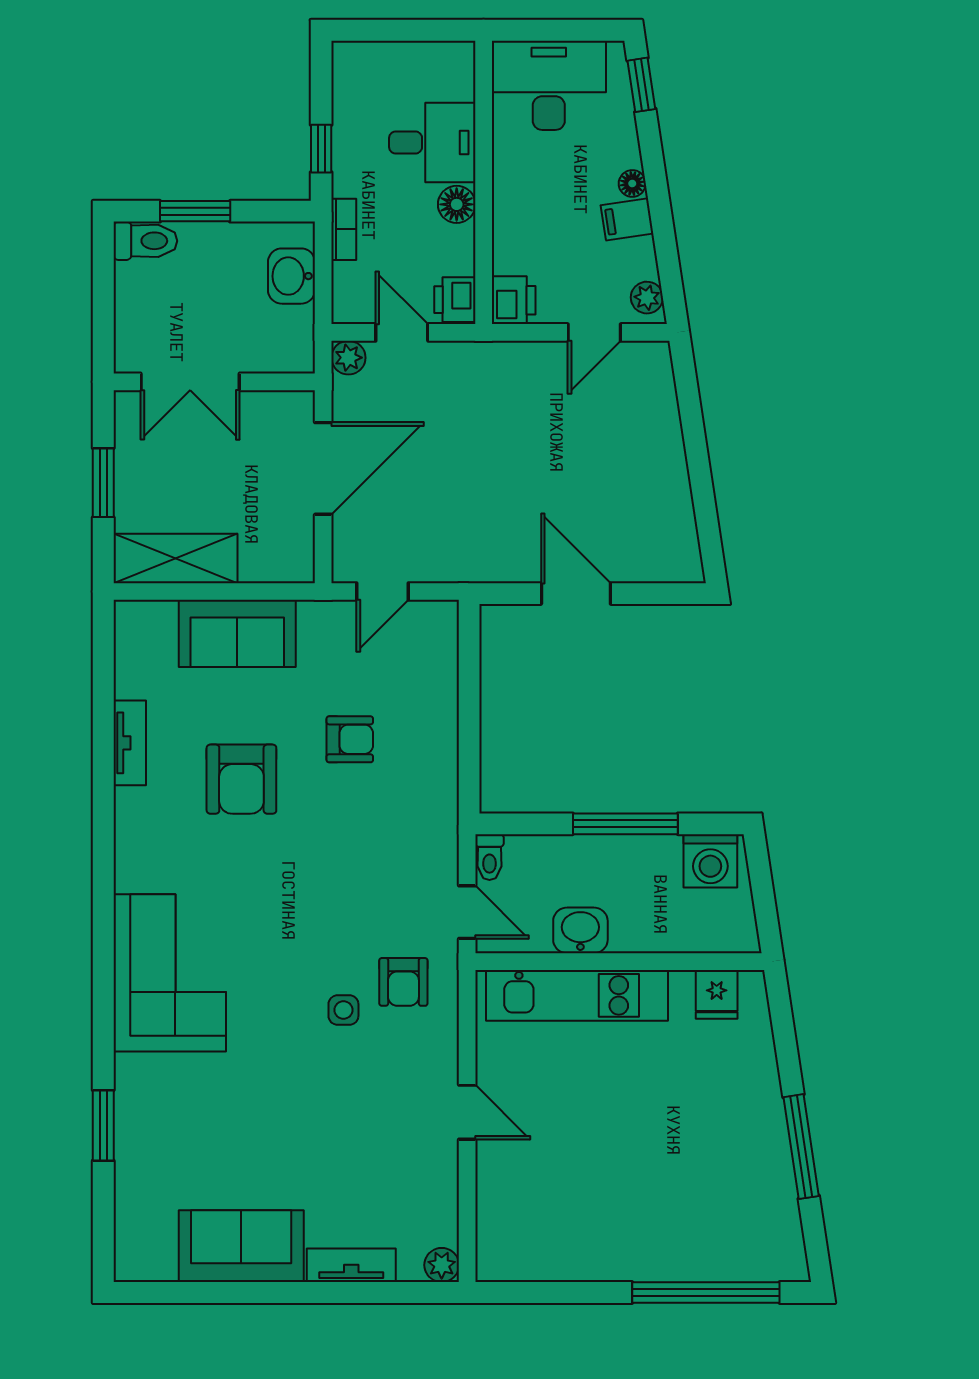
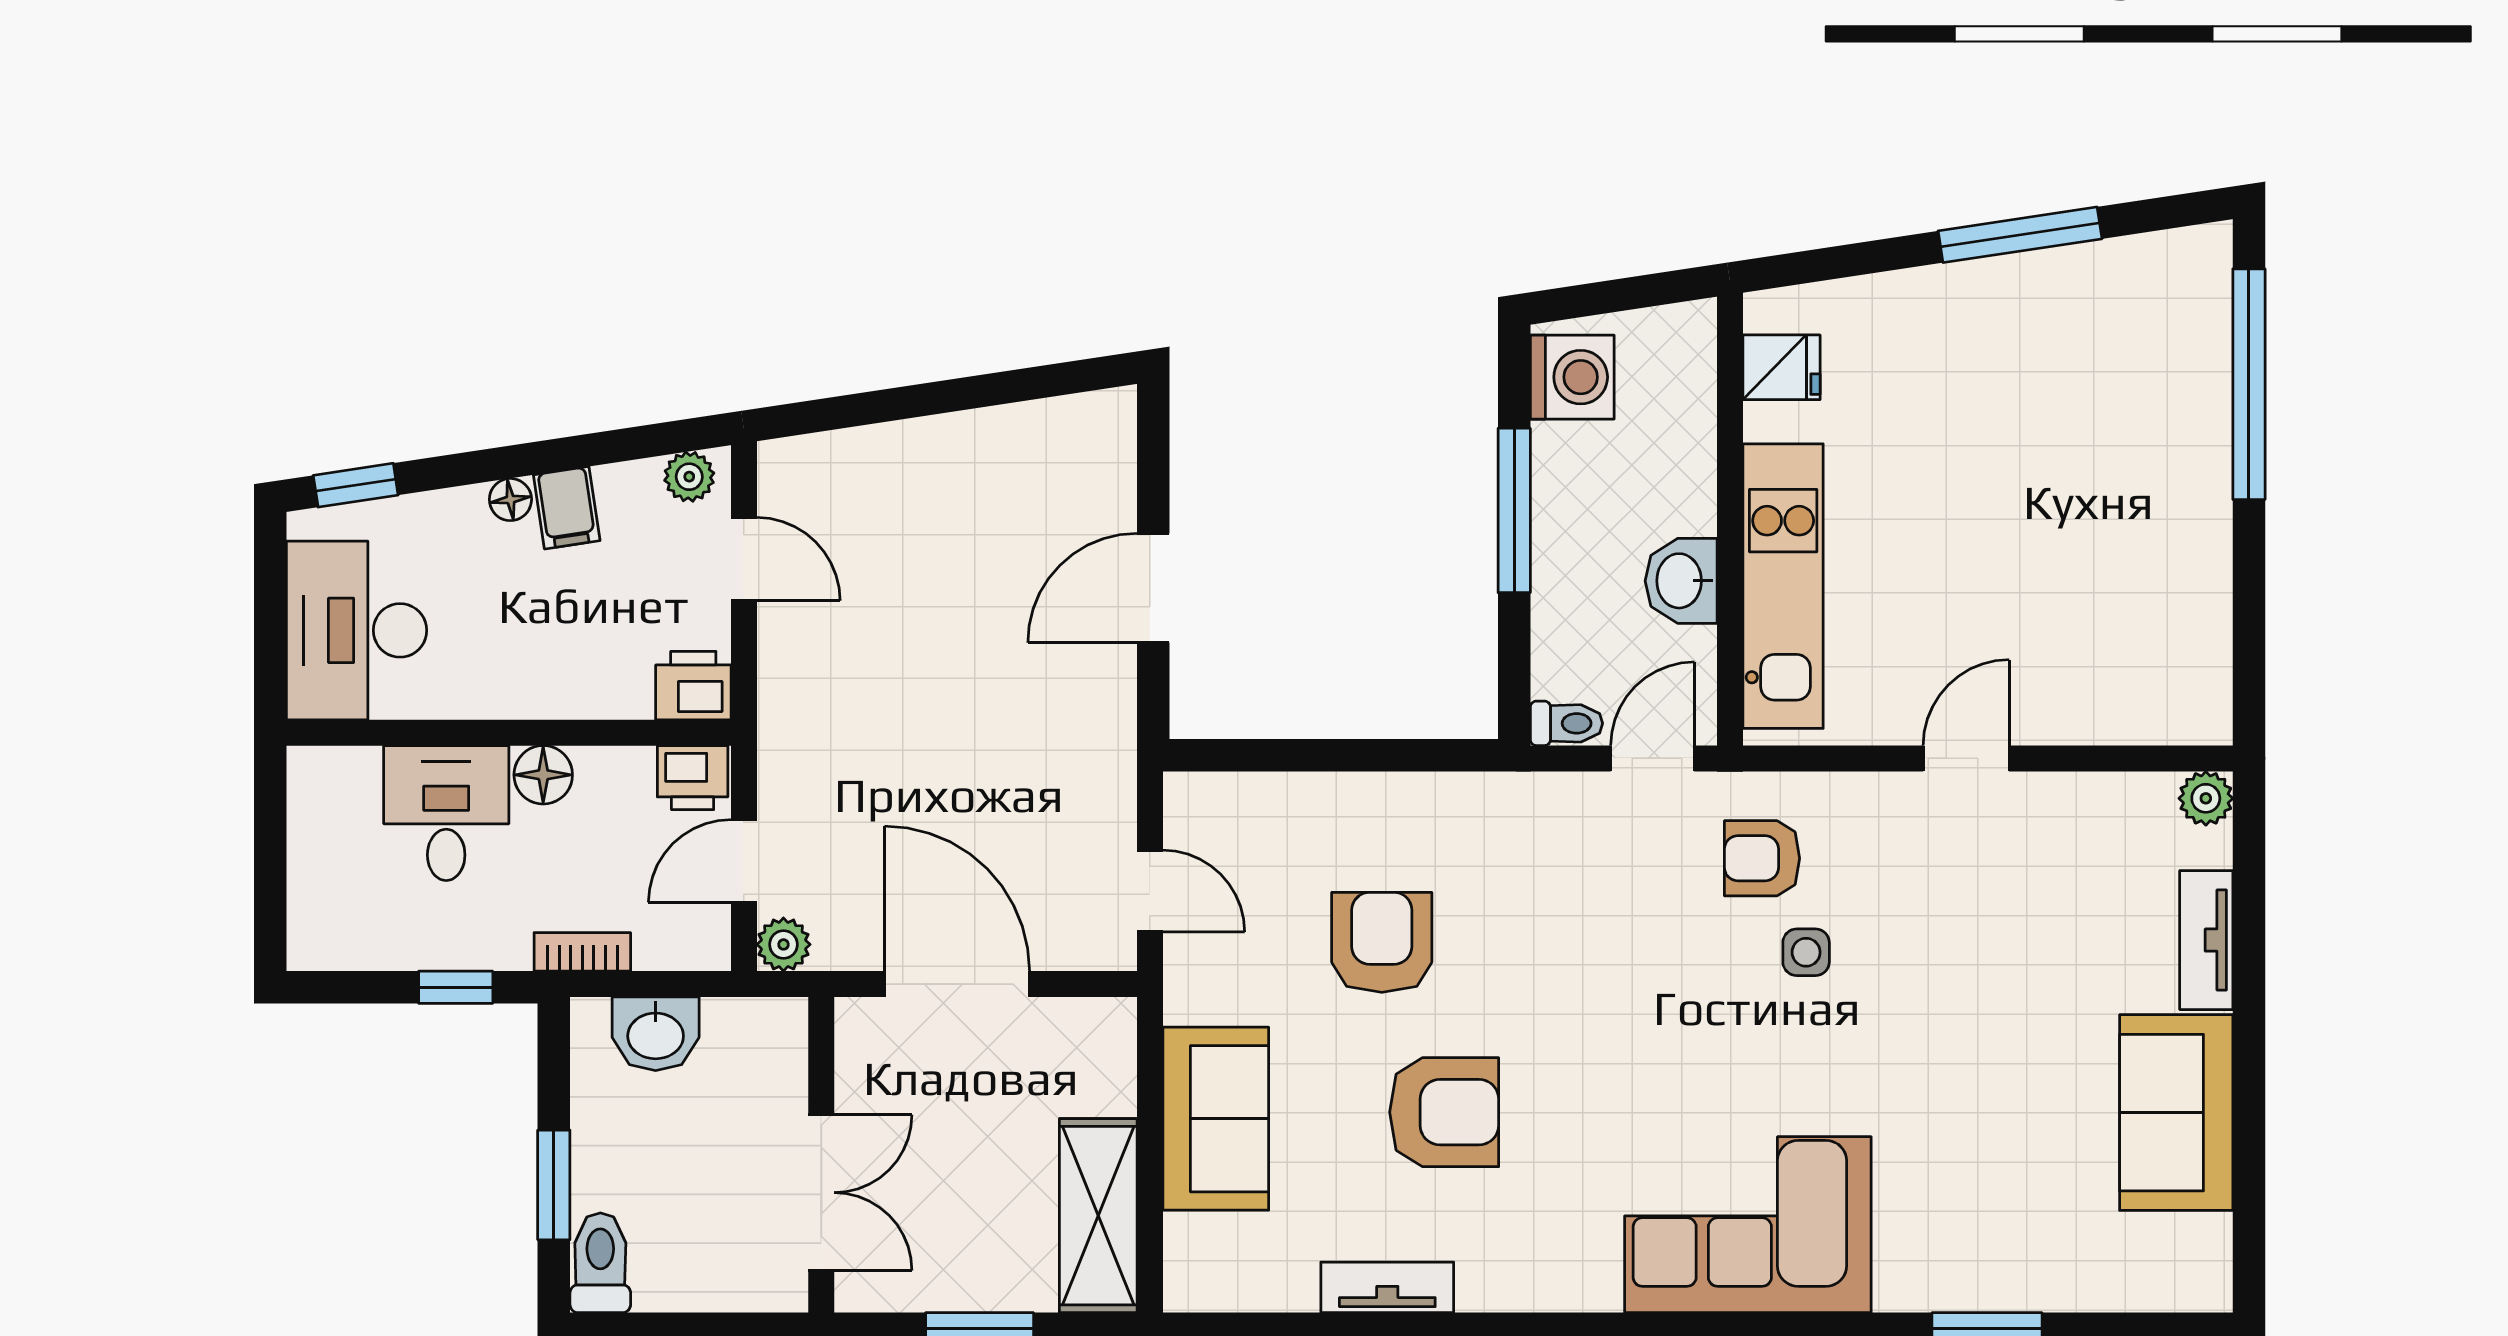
armchair: (350, 739) -> (1382, 942), width x1.38, depth x1.38
armchair: (403, 982) -> (1762, 858), turned 180

